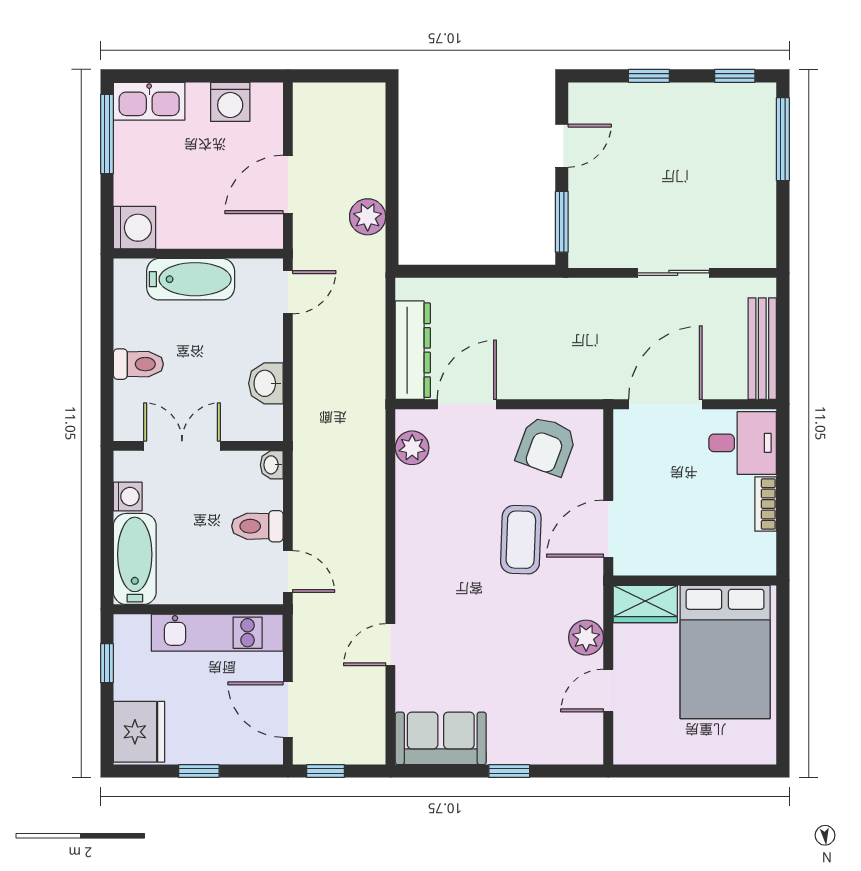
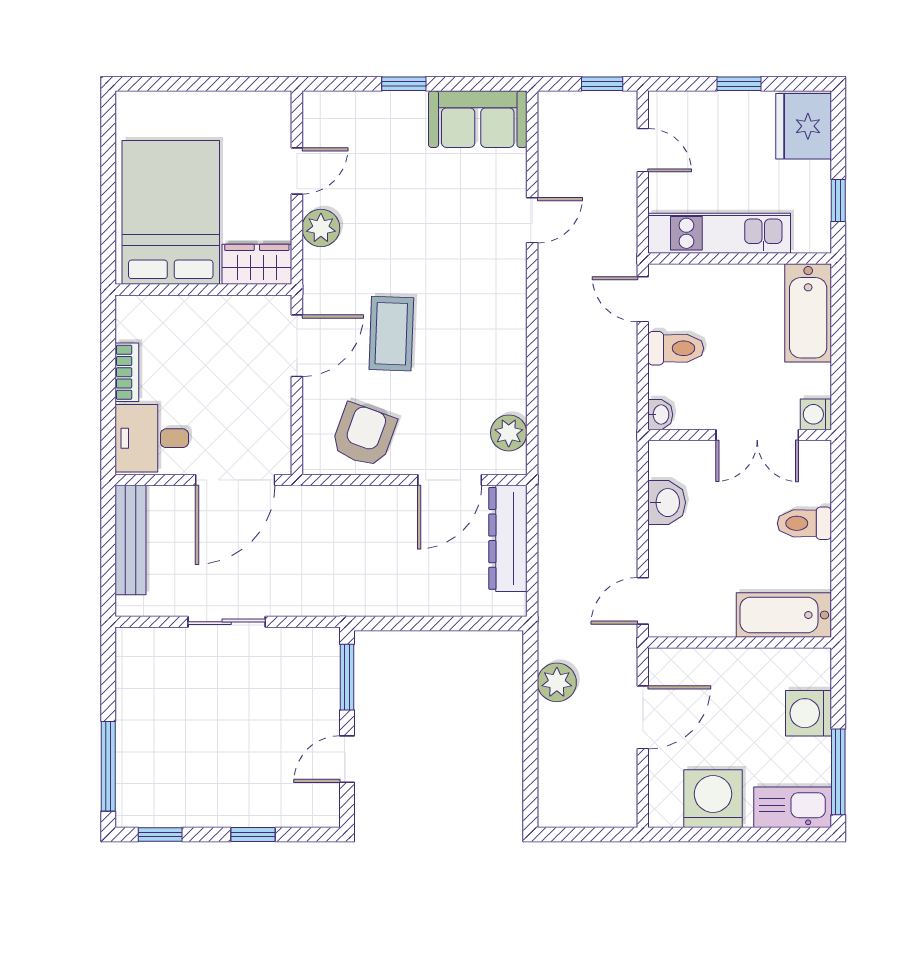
washing machine: (230, 102) -> (713, 799), width x1.37, depth x1.37
washing machine: (135, 228) -> (808, 713), moved
bathtub: (191, 279) -> (784, 615), moved
washing machine: (128, 497) -> (816, 414), moved
door: (288, 710) -> (643, 150), width x0.73

